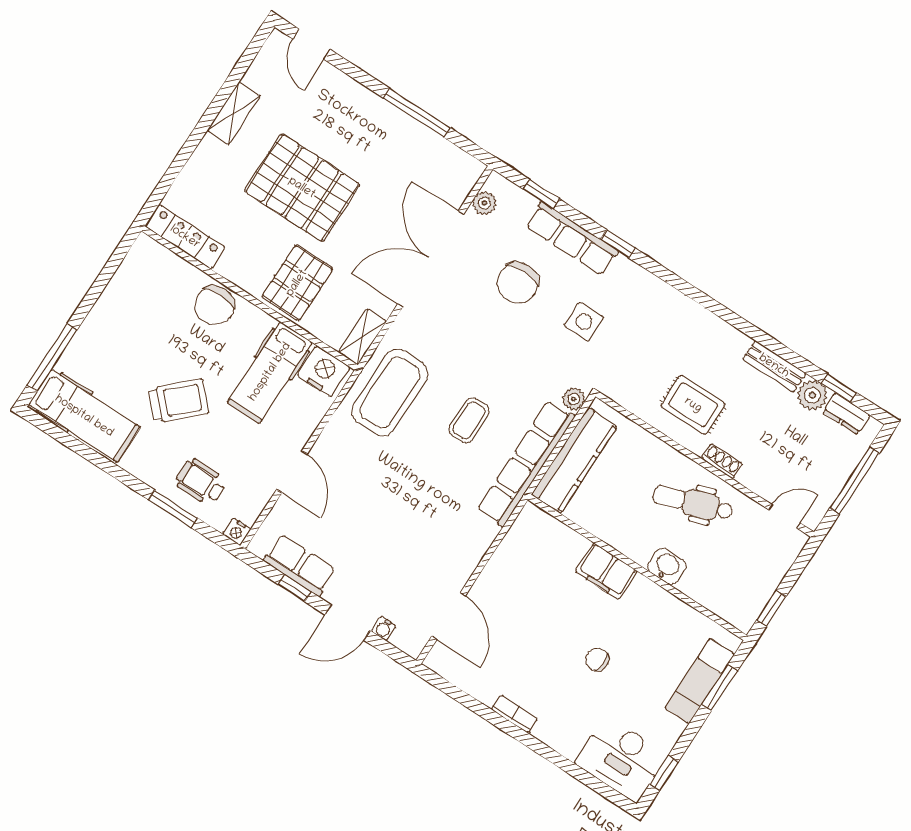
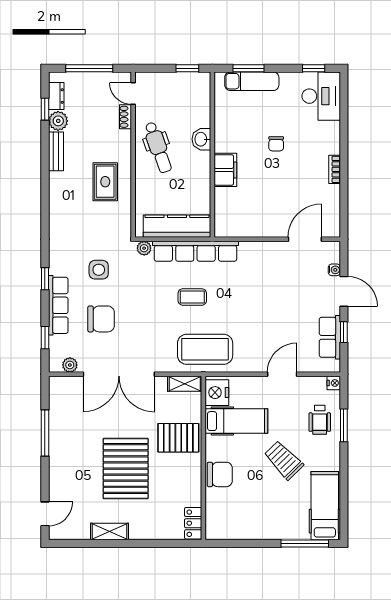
locker: (185, 237) -> (193, 523), width x0.66
shoe rack: (722, 461) -> (125, 117), moved

